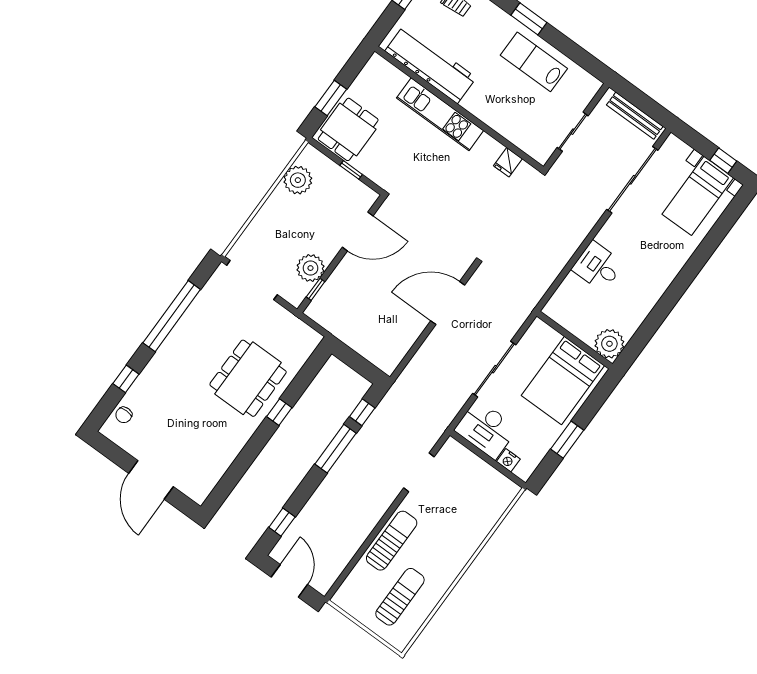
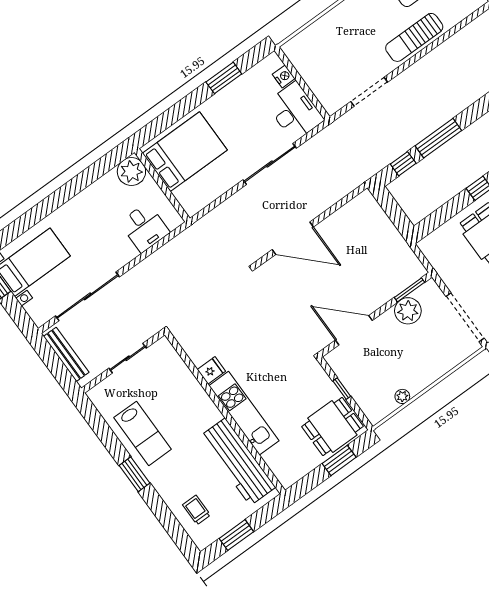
fridge: (508, 162) -> (211, 370), moved
plant: (298, 180) -> (402, 396), width x0.53, depth x0.53
window: (316, 289) -> (409, 290), width x1.50
wall: (575, 340) -> (162, 185), moved
plant: (609, 344) -> (131, 172), moved
bed: (563, 381) -> (185, 152), moved

